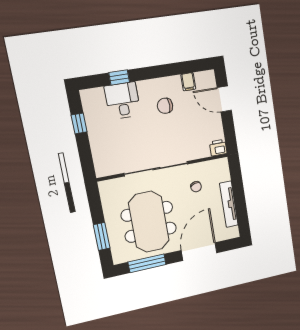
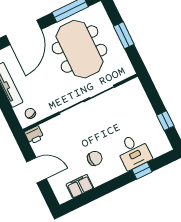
filing cabinet: (188, 82) -> (80, 186), width x2.00
door: (224, 99) -> (37, 170), moved
chair: (196, 187) -> (30, 113), moved
window: (102, 236) -> (124, 35), moved

